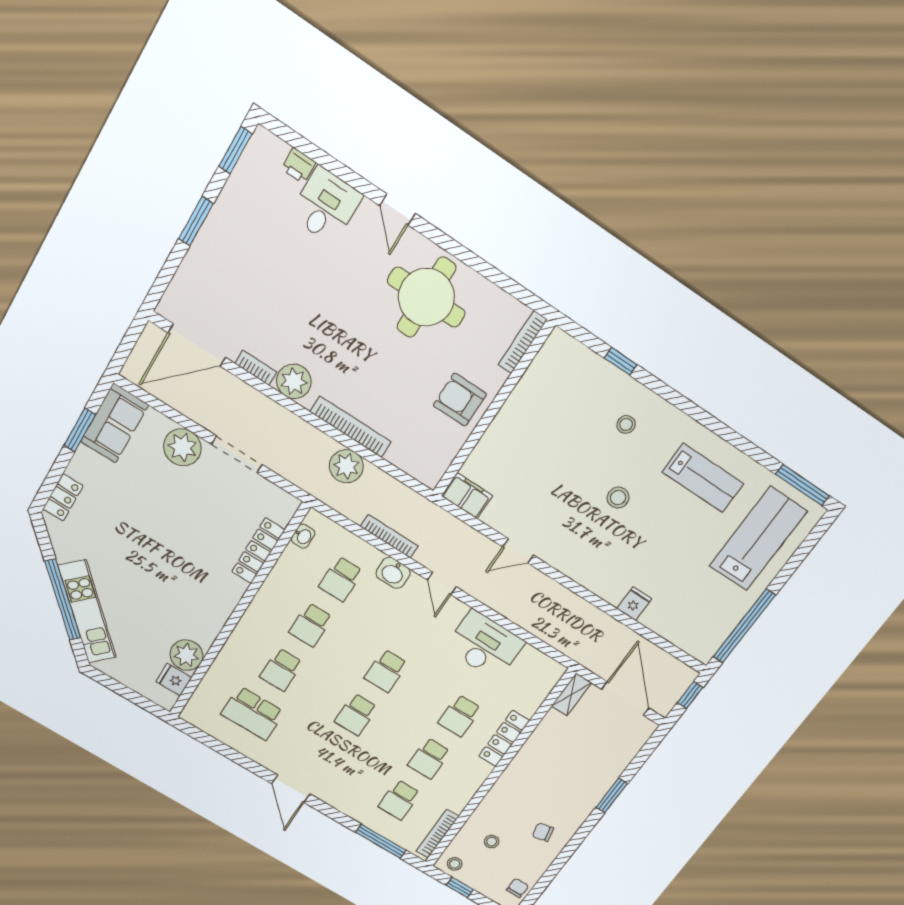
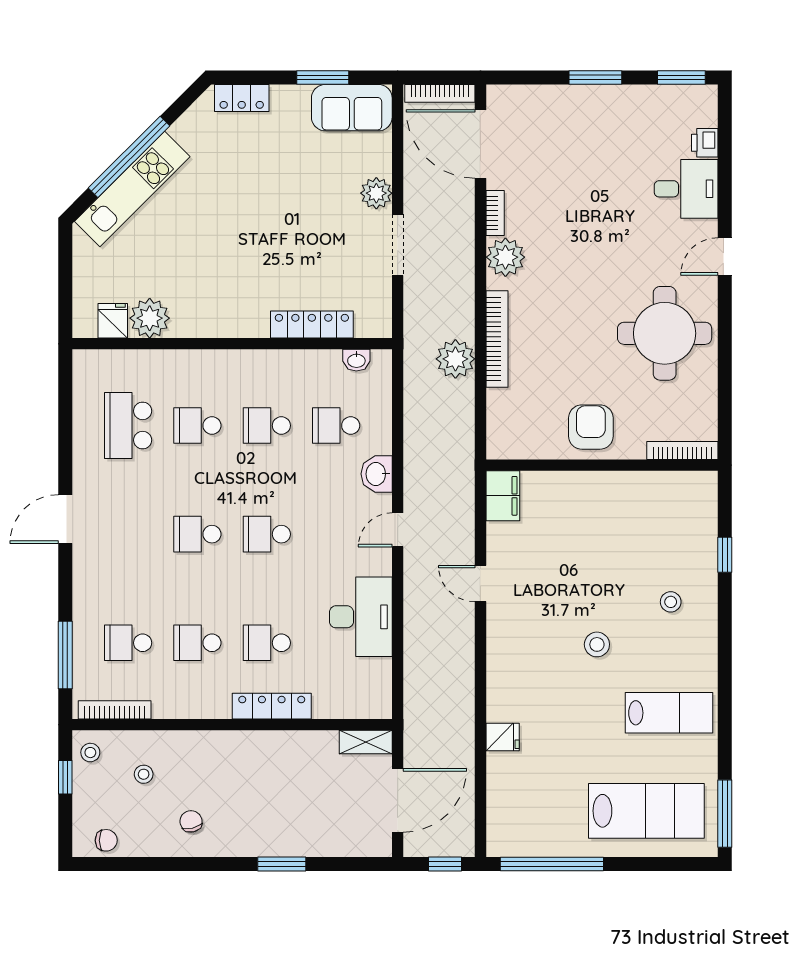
plant: (182, 447) -> (376, 193), width x0.73, depth x0.73
lab bench: (703, 478) -> (669, 713), turned -90
bookcase: (389, 536) -> (440, 93), moved, turned 90

